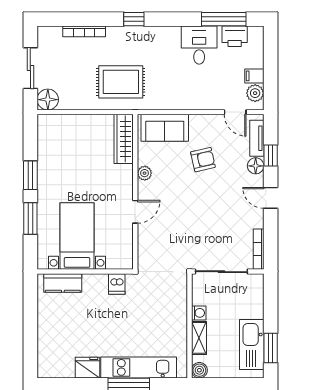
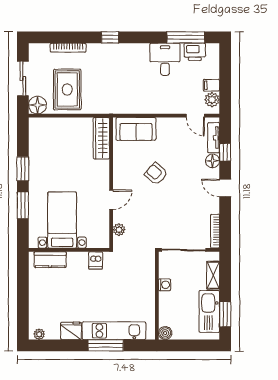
rug: (121, 82) -> (67, 89), moved, turned 90
armchair: (203, 160) -> (156, 174), moved, turned -126
plant: (145, 173) -> (119, 230), moved
shelving: (199, 338) -> (213, 275), moved
plant: (50, 372) -> (39, 334), added

